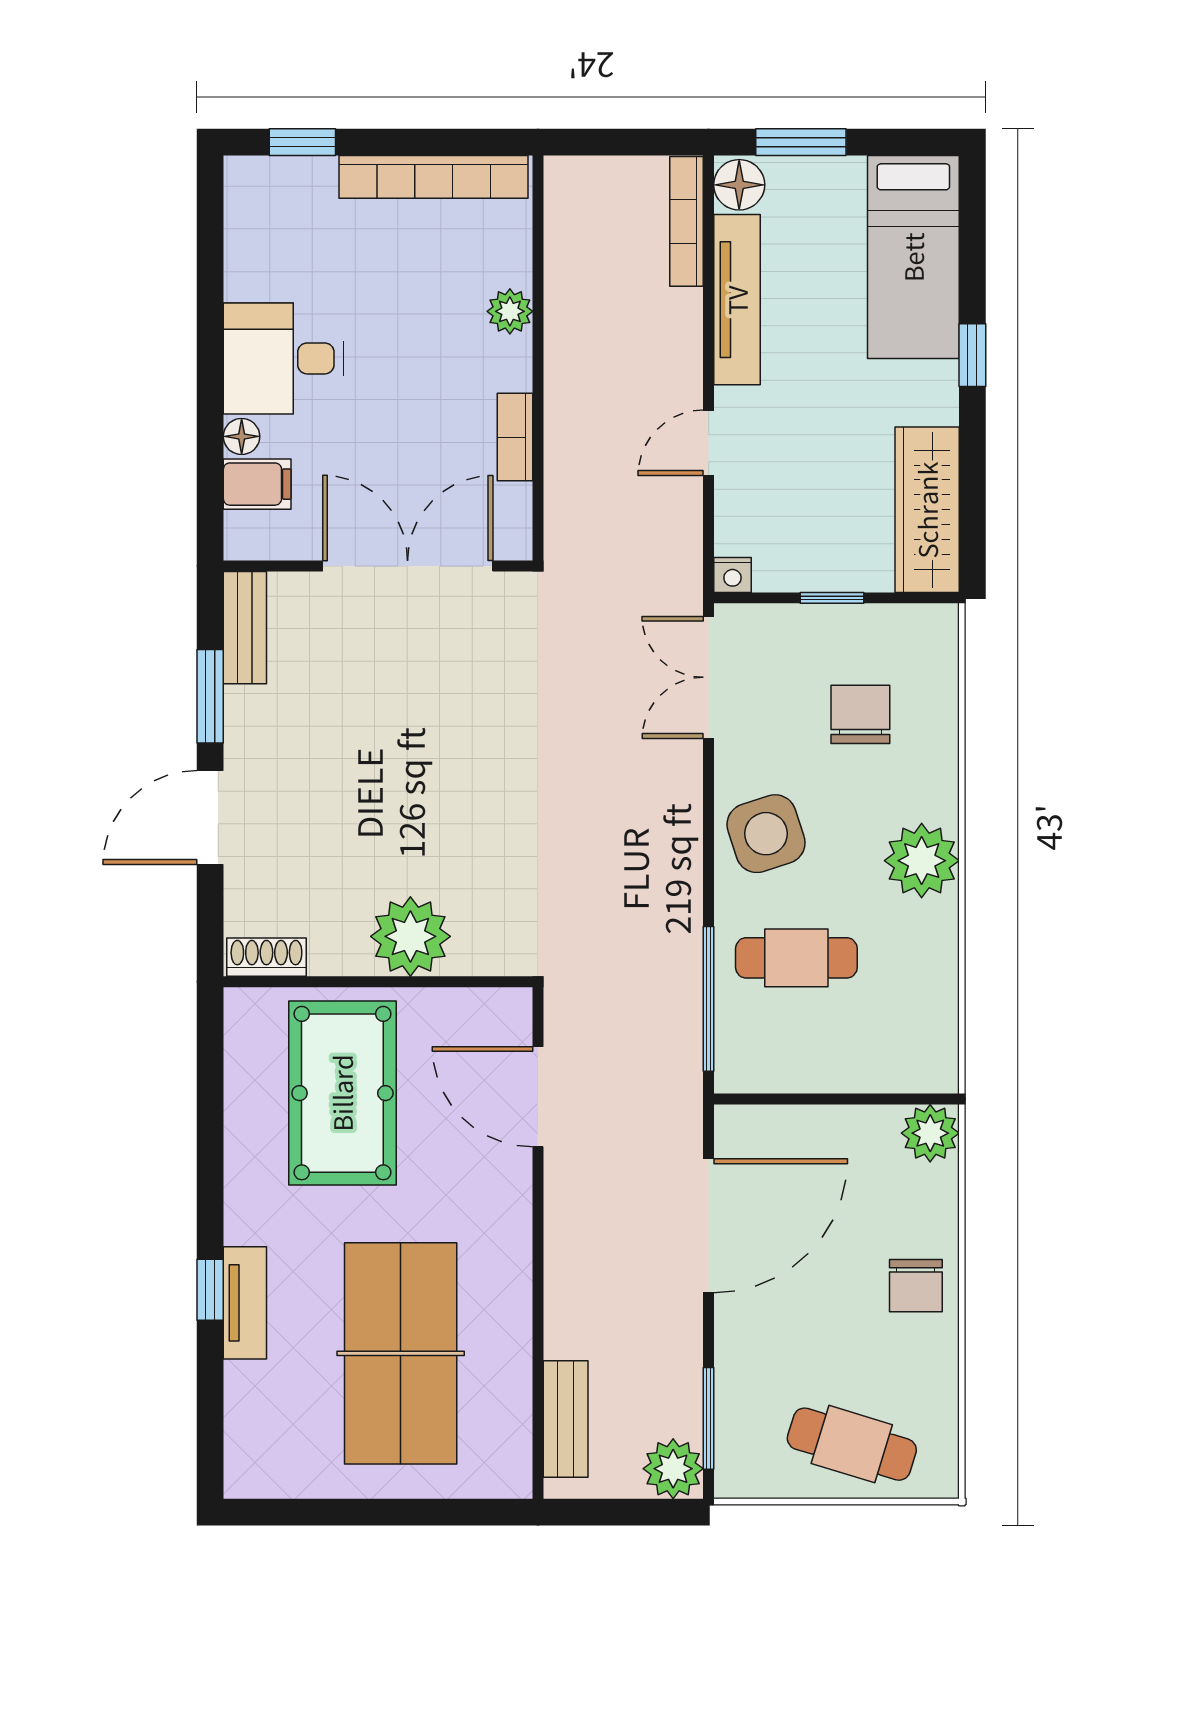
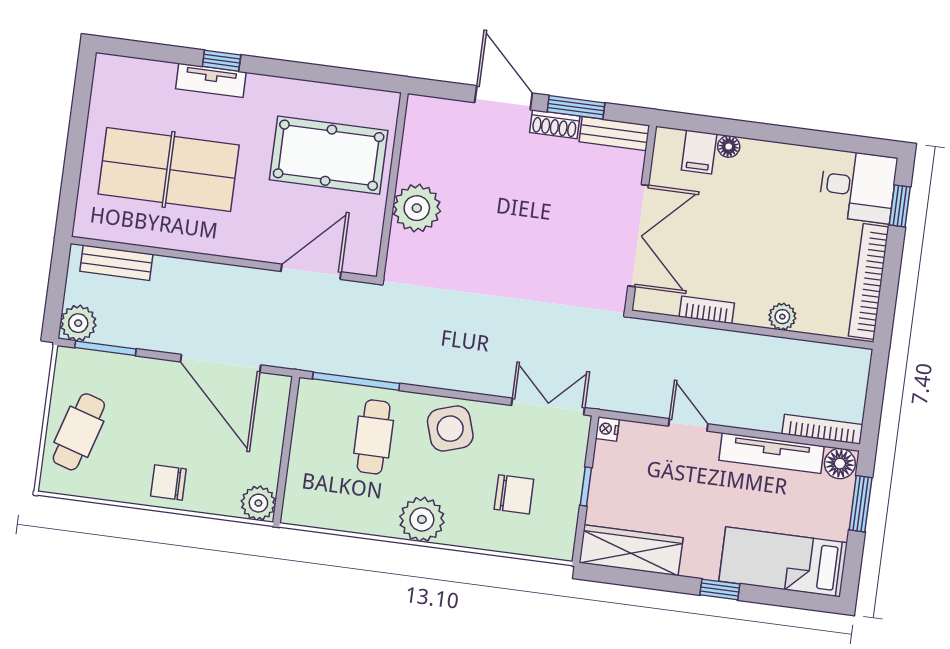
desk: (283, 358) -> (858, 186), moved, turned 90
shoe rack: (266, 957) -> (555, 124), moved, turned 90

